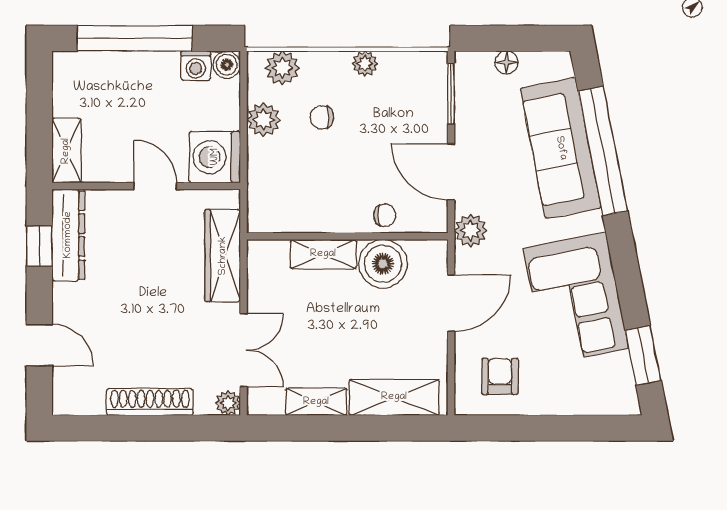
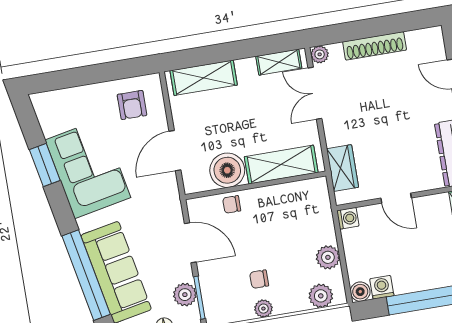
chair: (322, 117) -> (259, 279), moved, turned 180
washing machine: (215, 157) -> (348, 218), width x0.53, depth x0.53
plant: (471, 231) -> (185, 295), moved
shelving: (323, 254) -> (281, 165), width x1.50, depth x1.33
wardrobe: (223, 256) -> (342, 168), width x0.67
window: (643, 355) -> (45, 165), moved
shelving: (316, 402) -> (279, 62), moved

